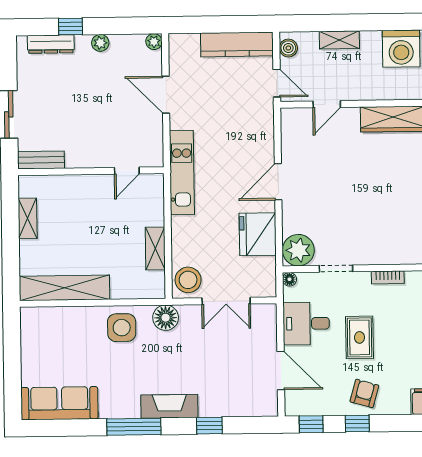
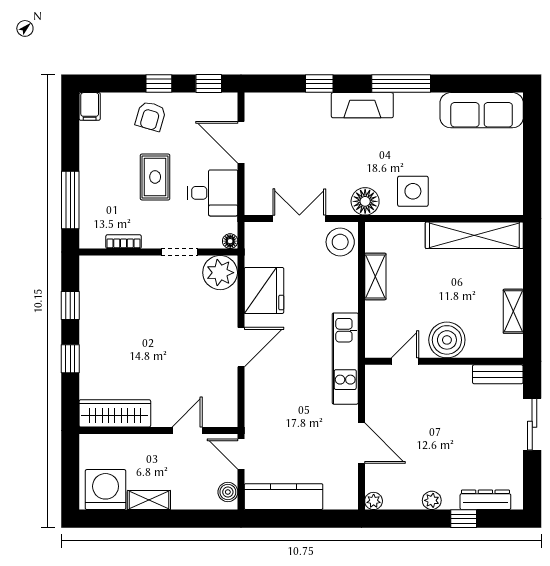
shelving: (339, 40) -> (149, 500), moved
boiler: (88, 191) -> (447, 340), added

